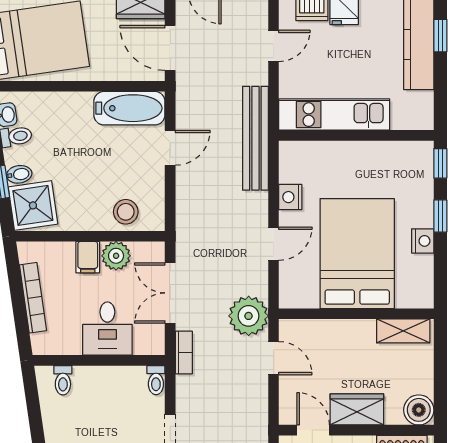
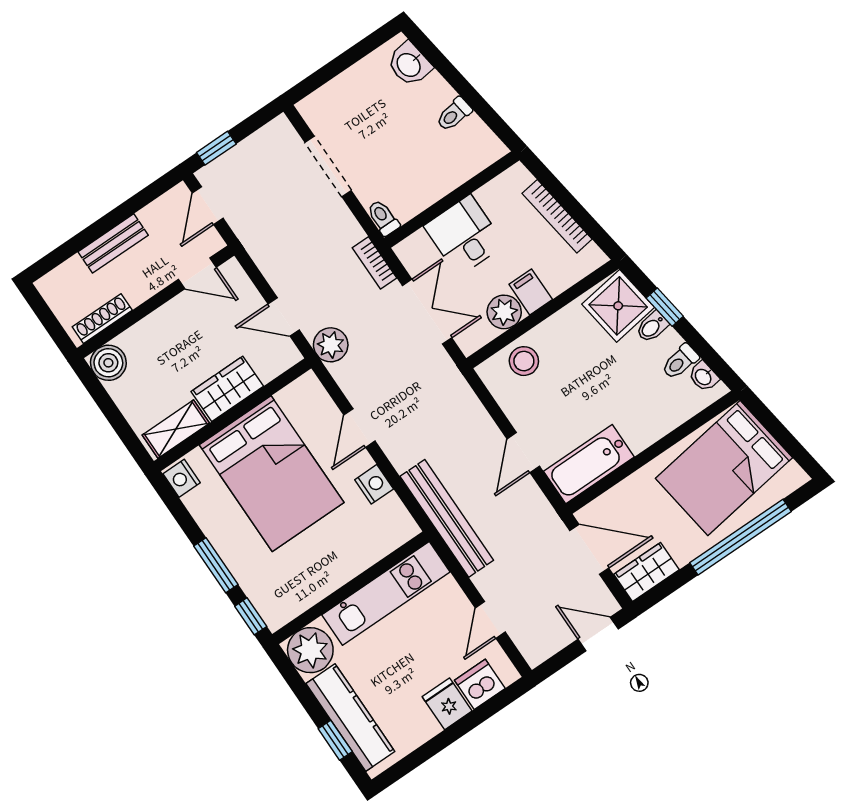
plant: (415, 111) -> (310, 650), added
window: (440, 216) -> (216, 565), width x1.50
nightstand: (423, 241) -> (182, 478), moved
plant: (249, 316) -> (331, 345), width x0.73, depth x0.73
toilet: (63, 380) -> (454, 114), moved, turned -98
wardrobe: (357, 409) -> (227, 389), moved, turned 180

